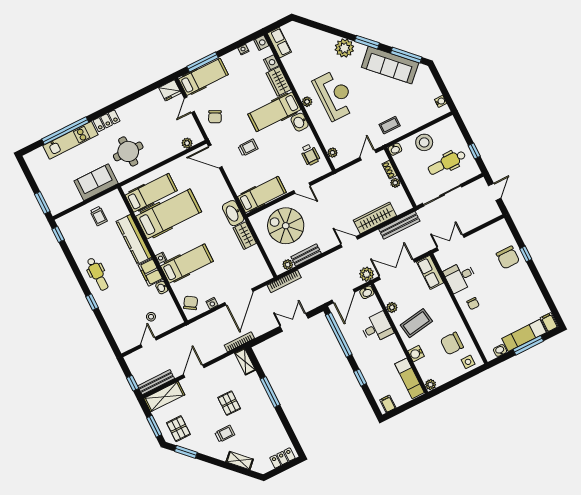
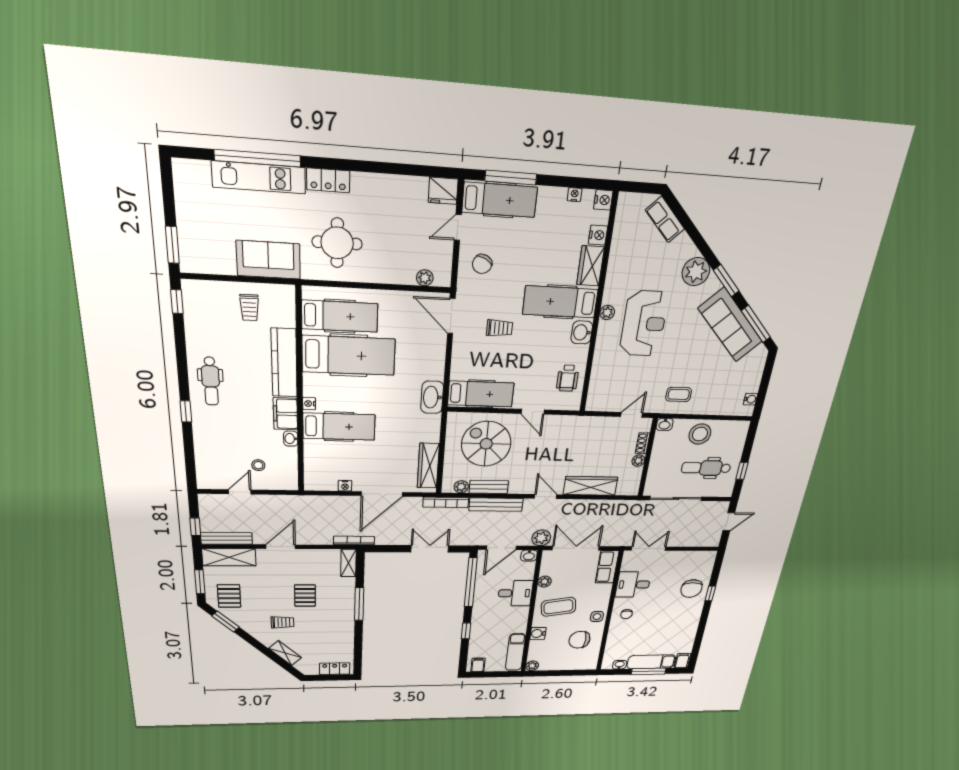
row of seats: (279, 43) -> (665, 219), moved, turned 135
plant: (332, 153) -> (595, 390), removed
bench: (399, 225) -> (496, 505), moved
wardrobe: (245, 236) -> (428, 466), moved, width x1.50
chair: (191, 303) -> (318, 473), removed
side table: (468, 362) -> (597, 617), moved

